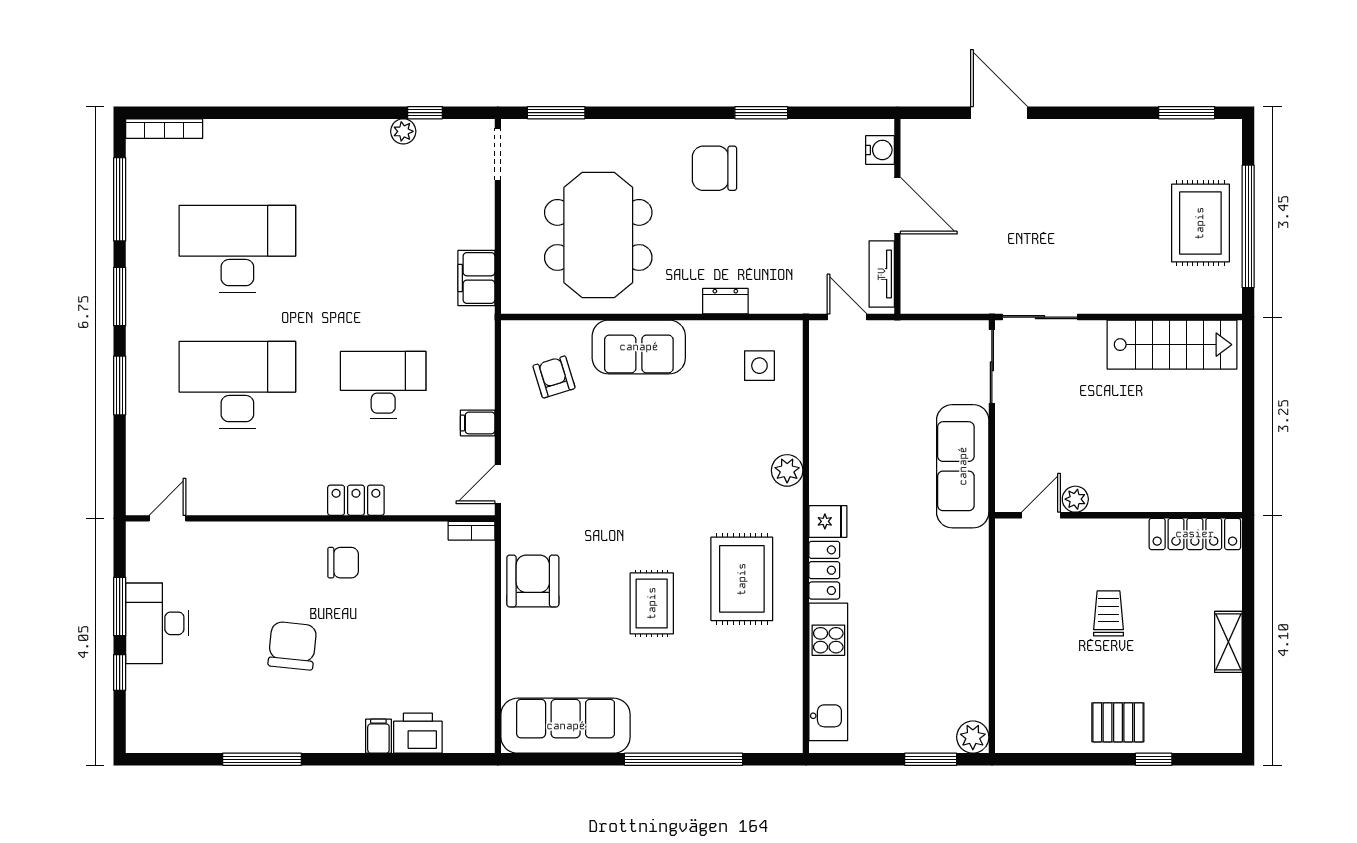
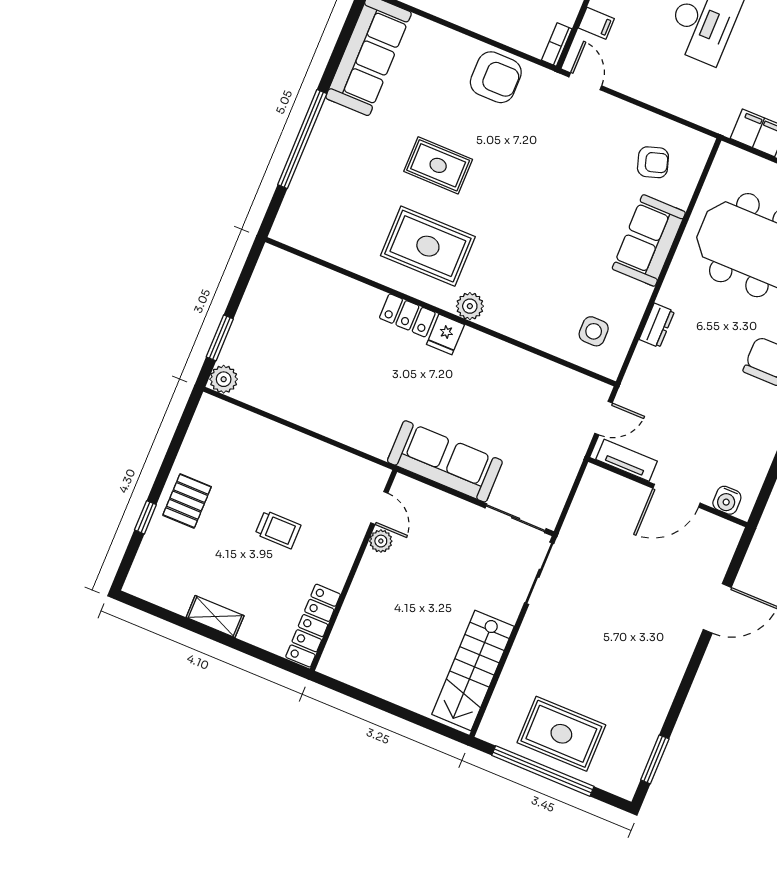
filing cabinet: (478, 423) -> (596, 23), moved, turned 90
plant: (787, 470) -> (470, 306), moved
kitchen unit: (828, 672) -> (324, 285), removed

